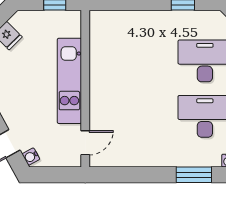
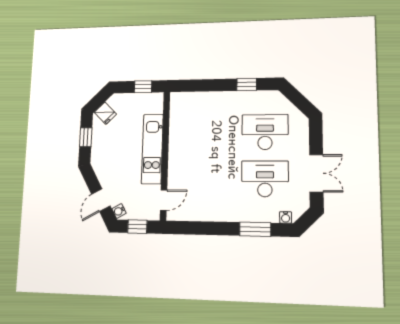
window: (54, 175) -> (137, 227), added

